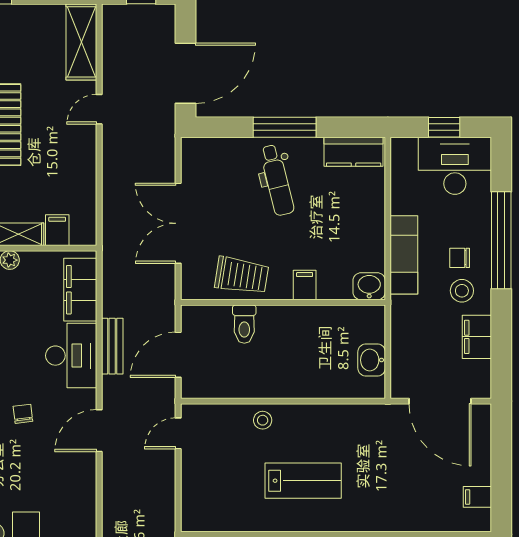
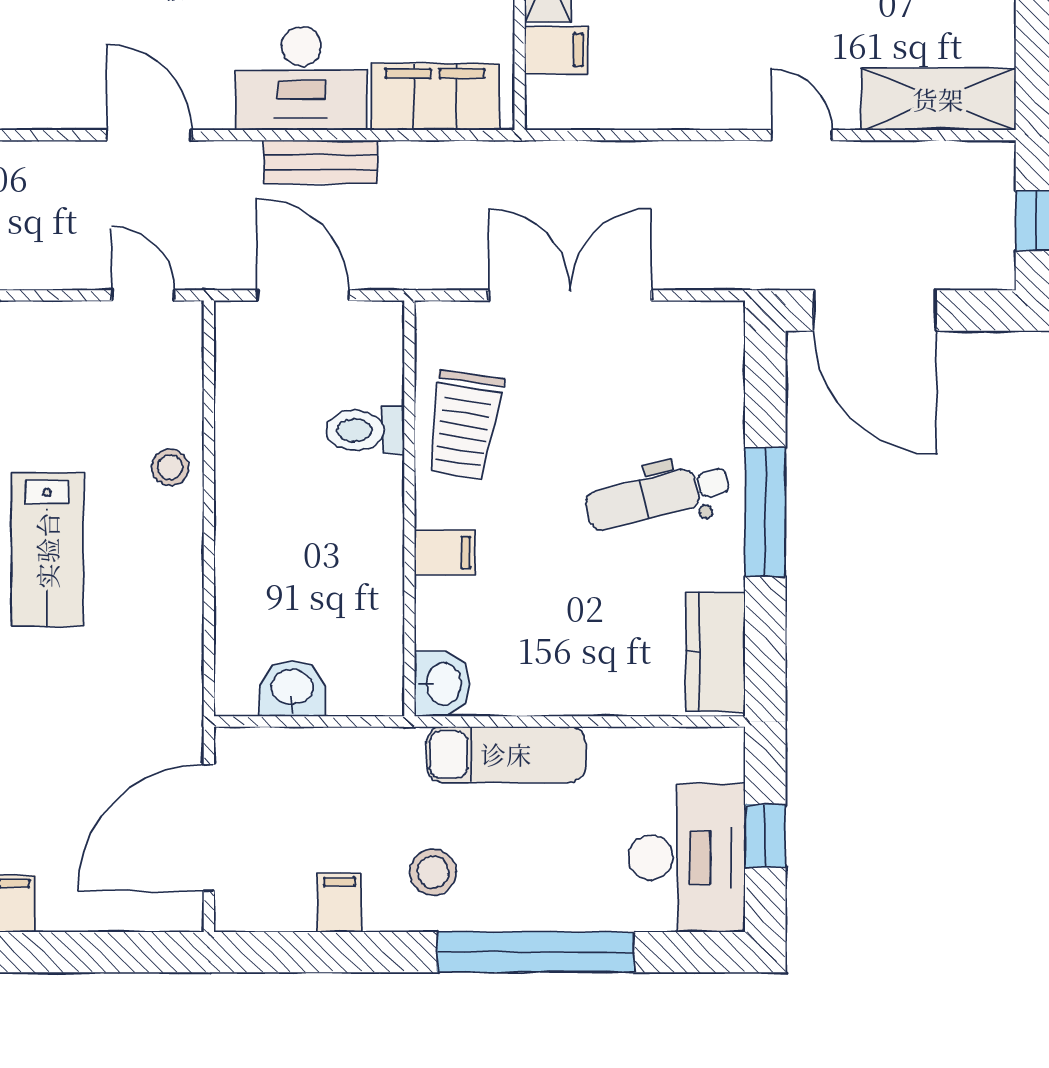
chair: (460, 258) -> (500, 867), removed
filing cabinet: (477, 337) -> (339, 903), width x0.50

